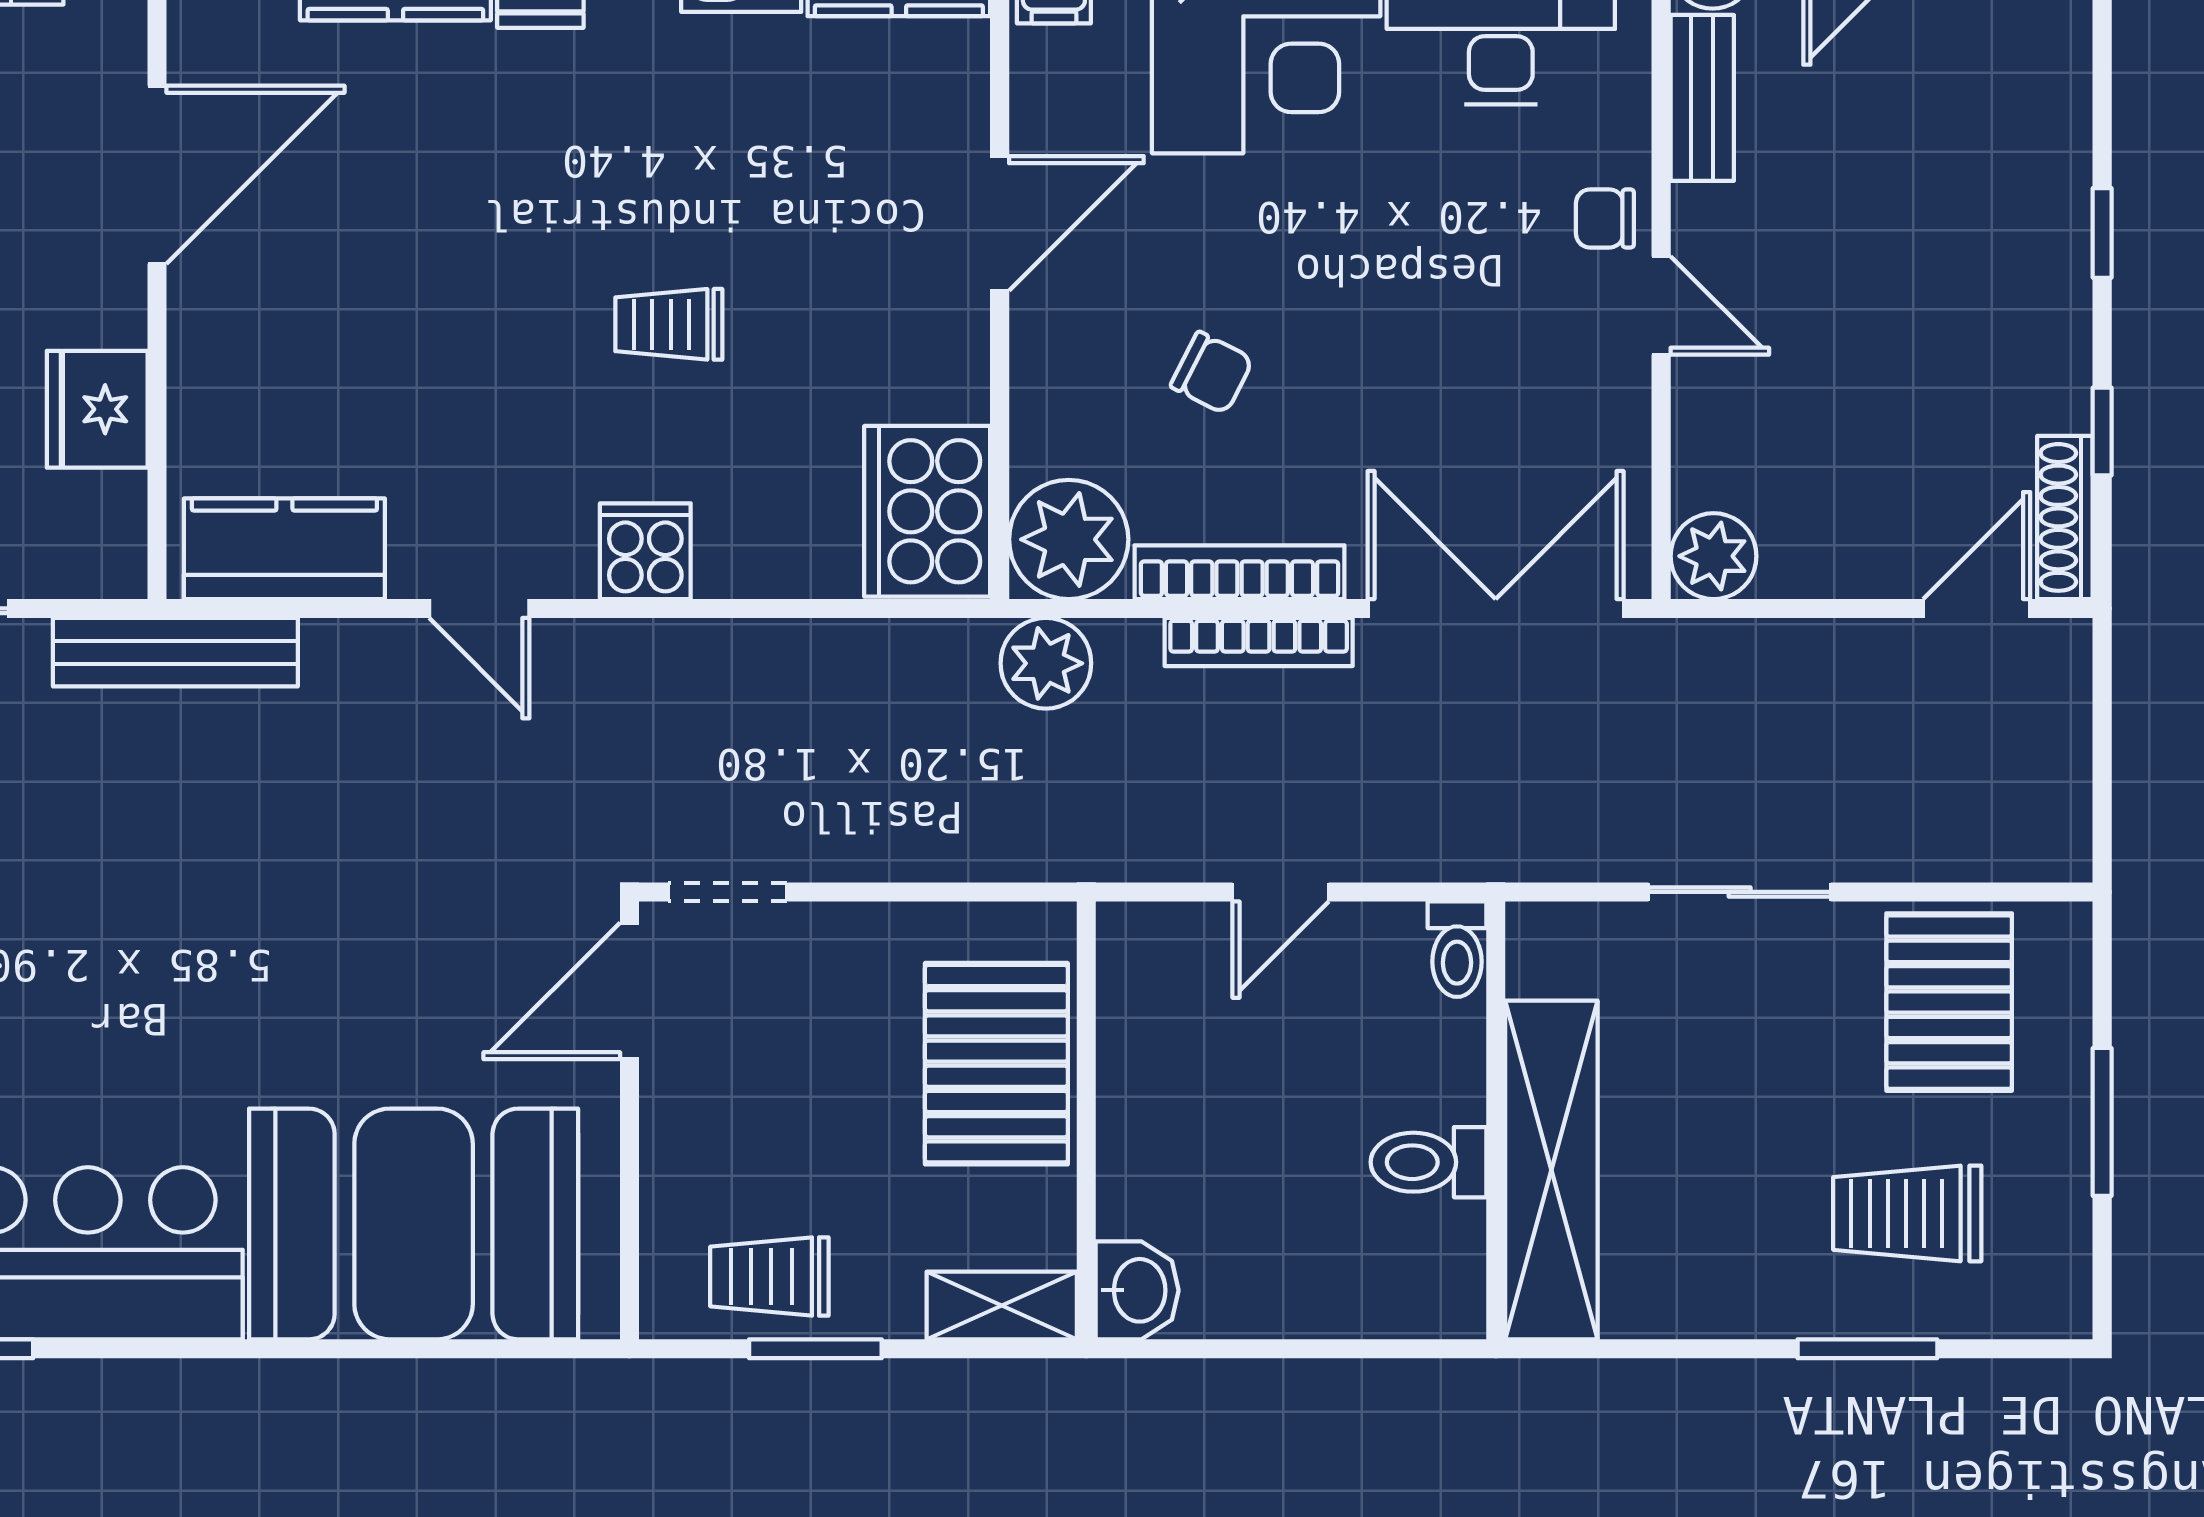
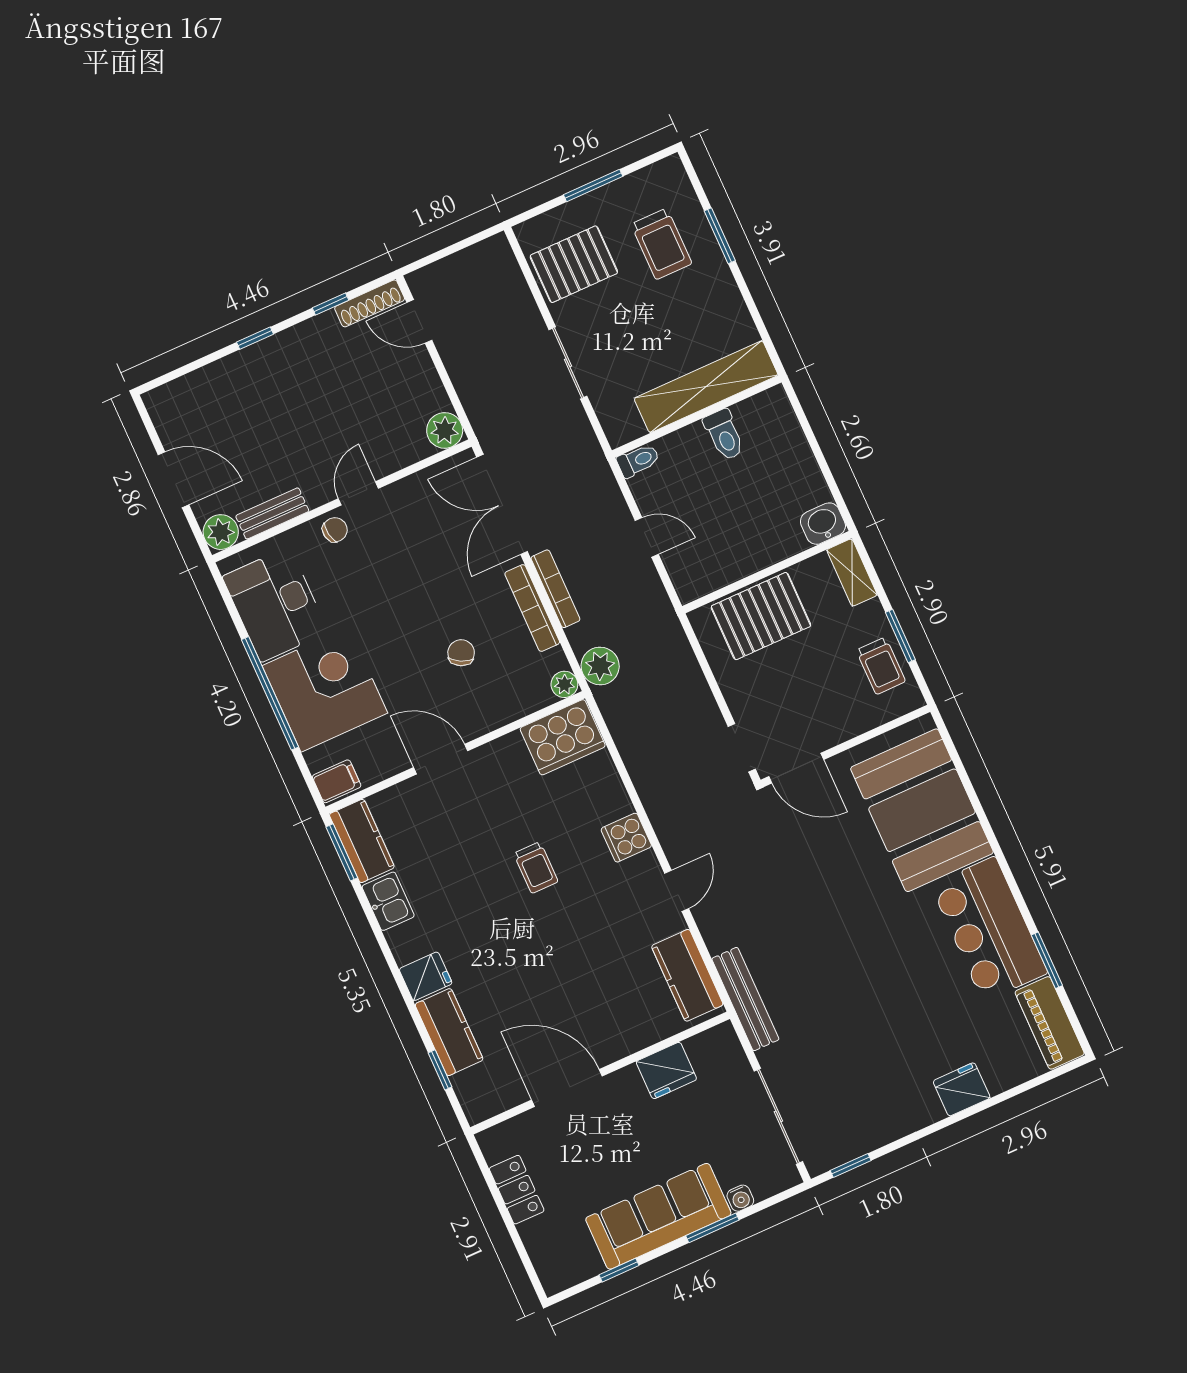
chair: (1605, 218) -> (335, 530), turned -99
plant: (1069, 539) -> (564, 684), width x0.53, depth x0.53

